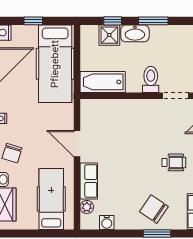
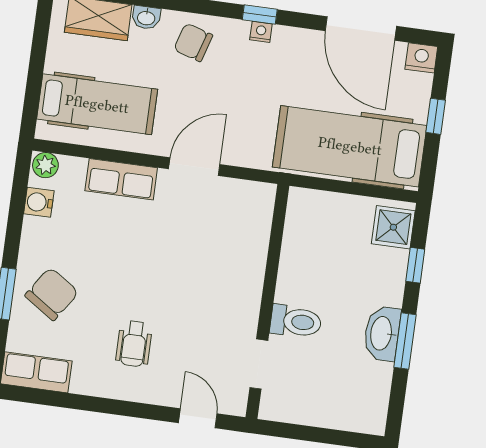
washbasin: (135, 33) -> (382, 333), moved
shower: (109, 35) -> (393, 227), moved
bathtub: (103, 82) -> (303, 231), removed
plant: (87, 207) -> (45, 165), moved

